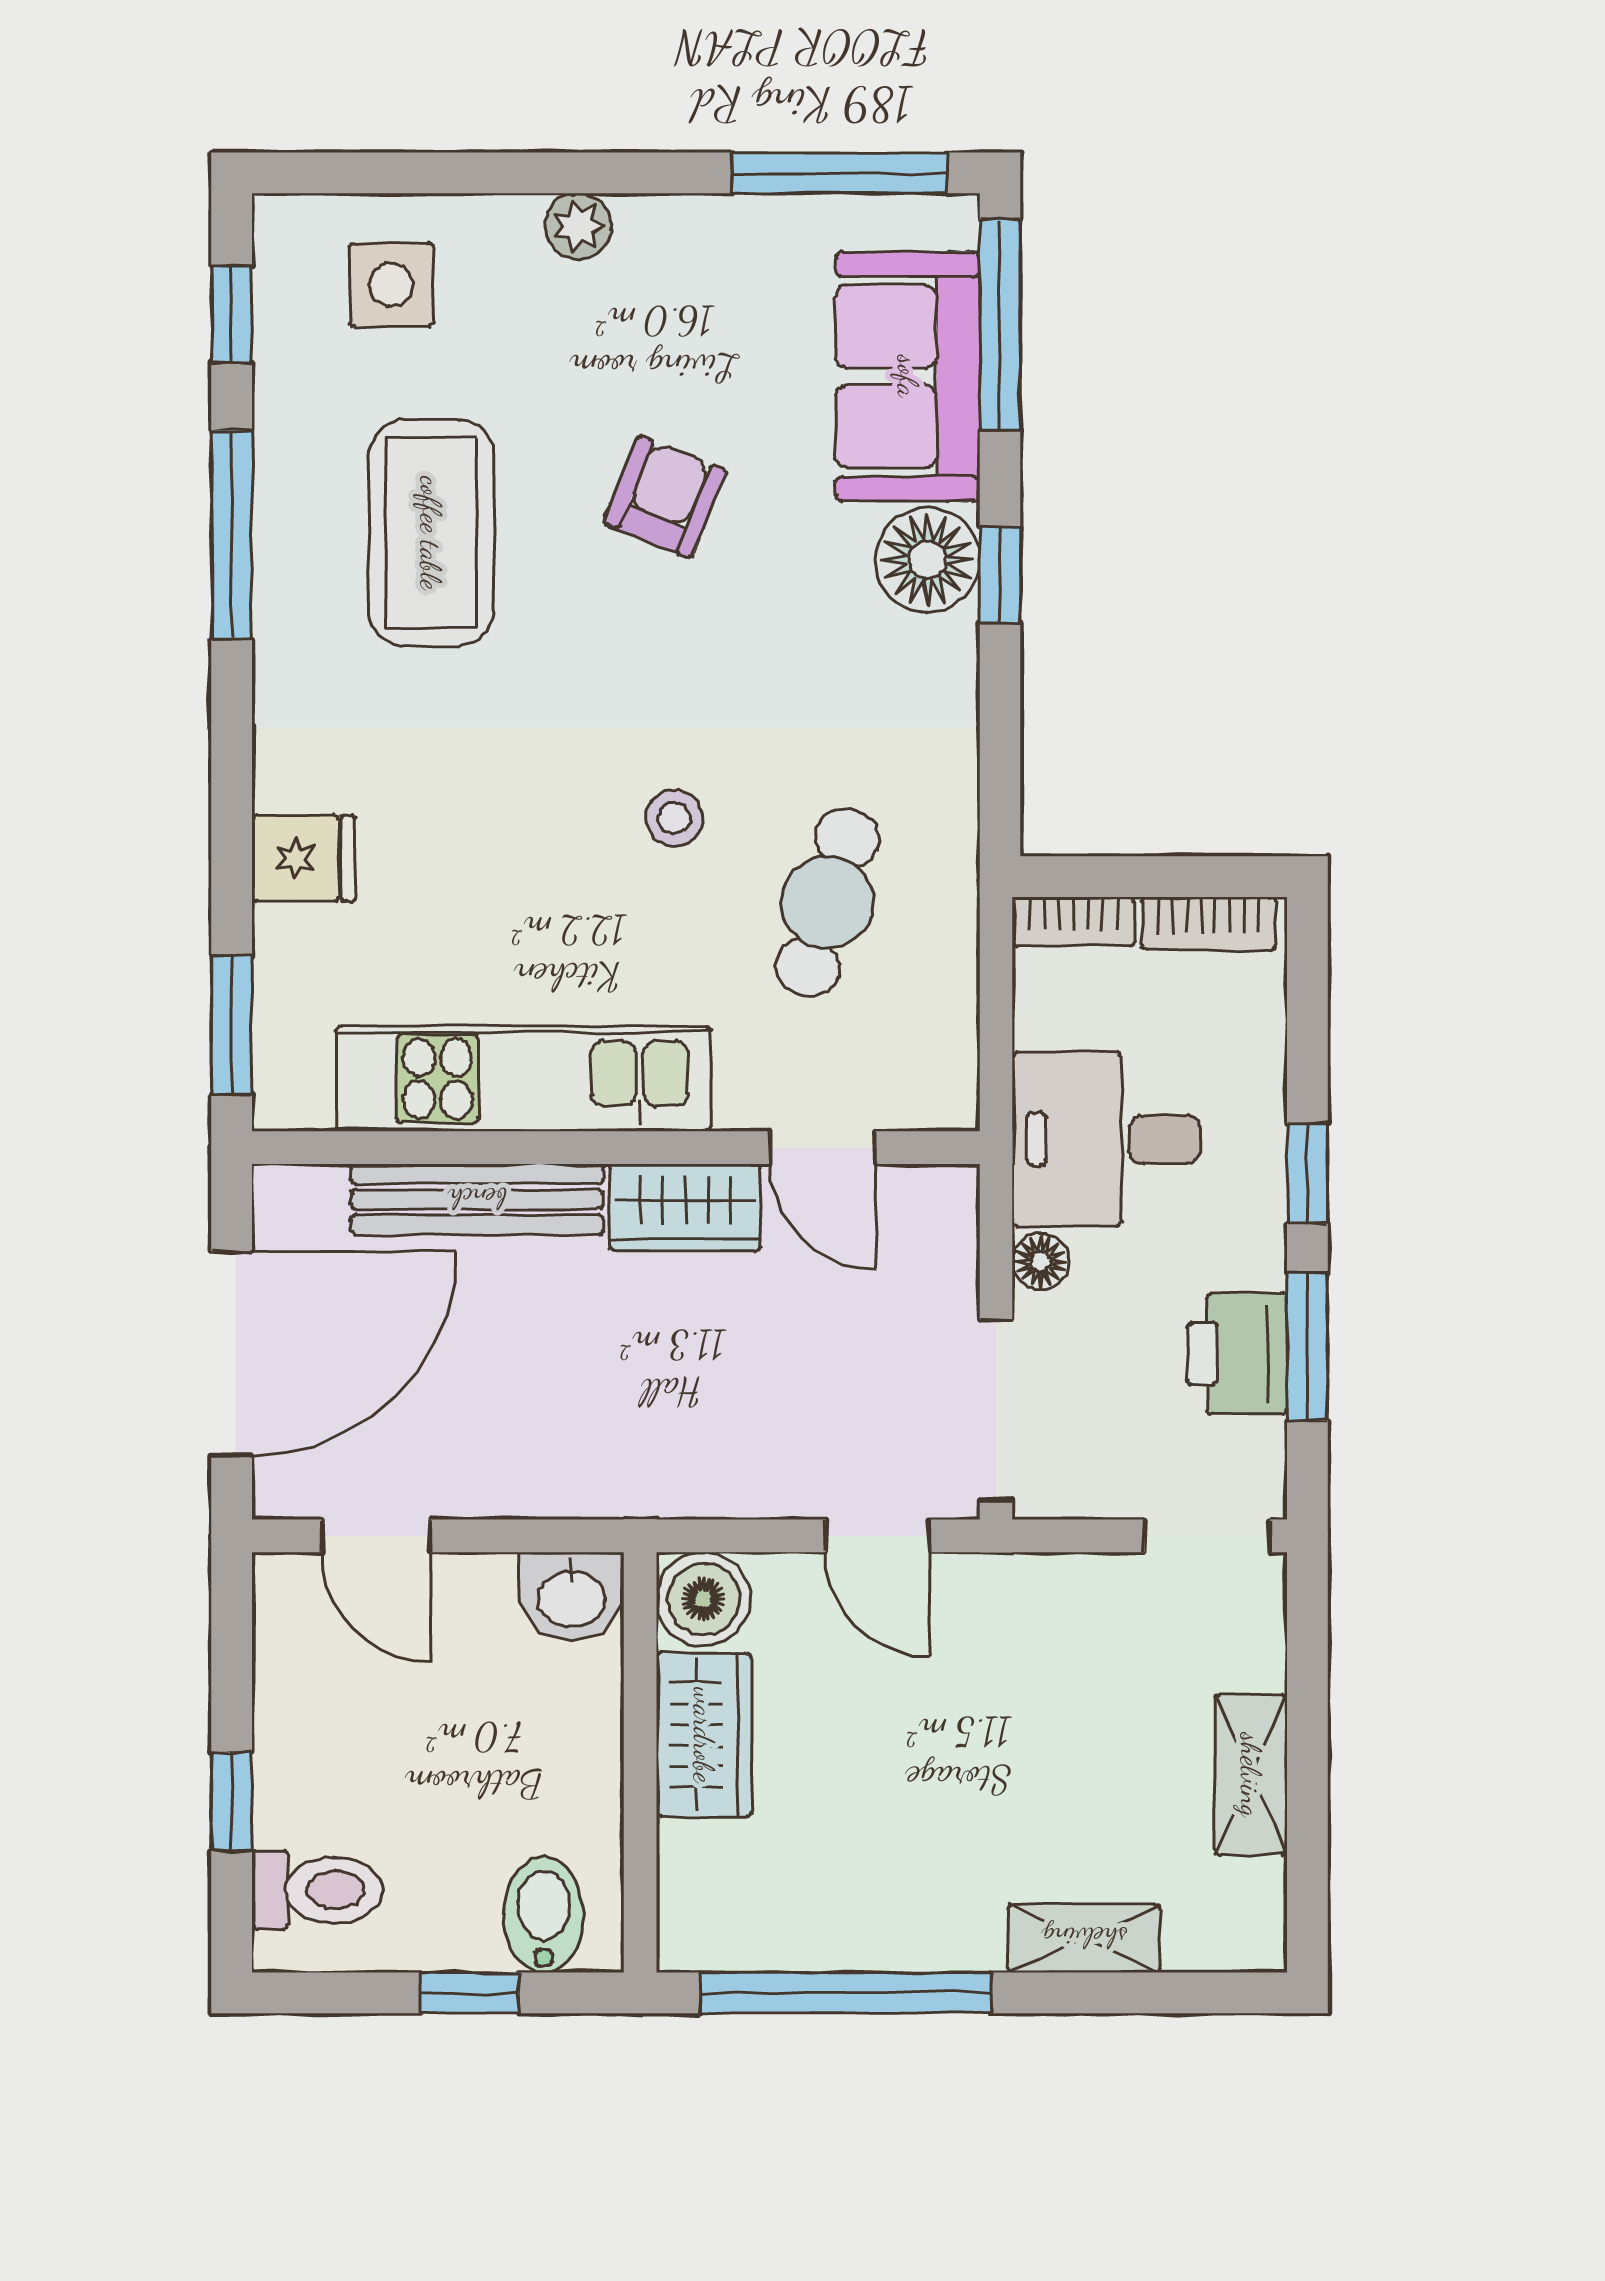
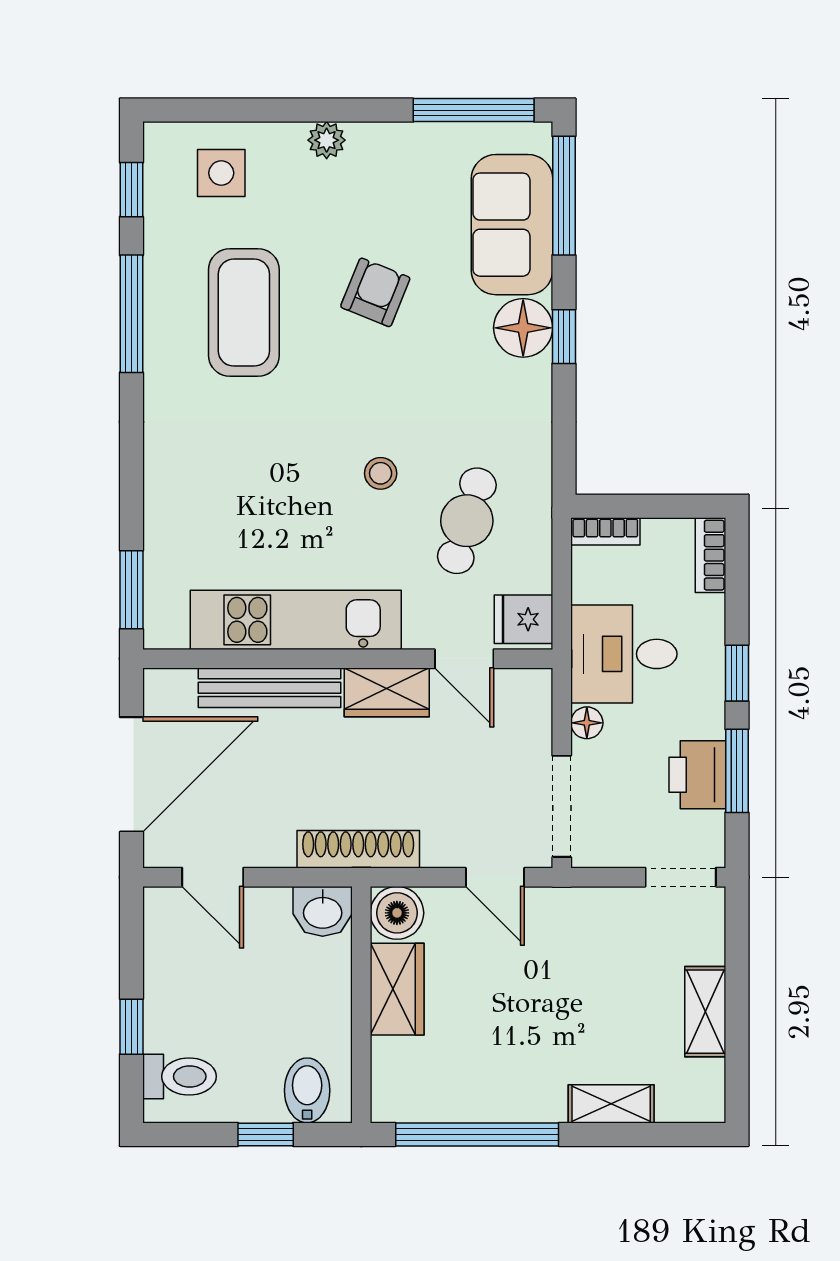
fridge: (304, 858) -> (523, 619), moved, turned 180
bookcase: (1208, 924) -> (711, 555), moved, turned 90
shoe rack: (635, 1486) -> (358, 849), added

